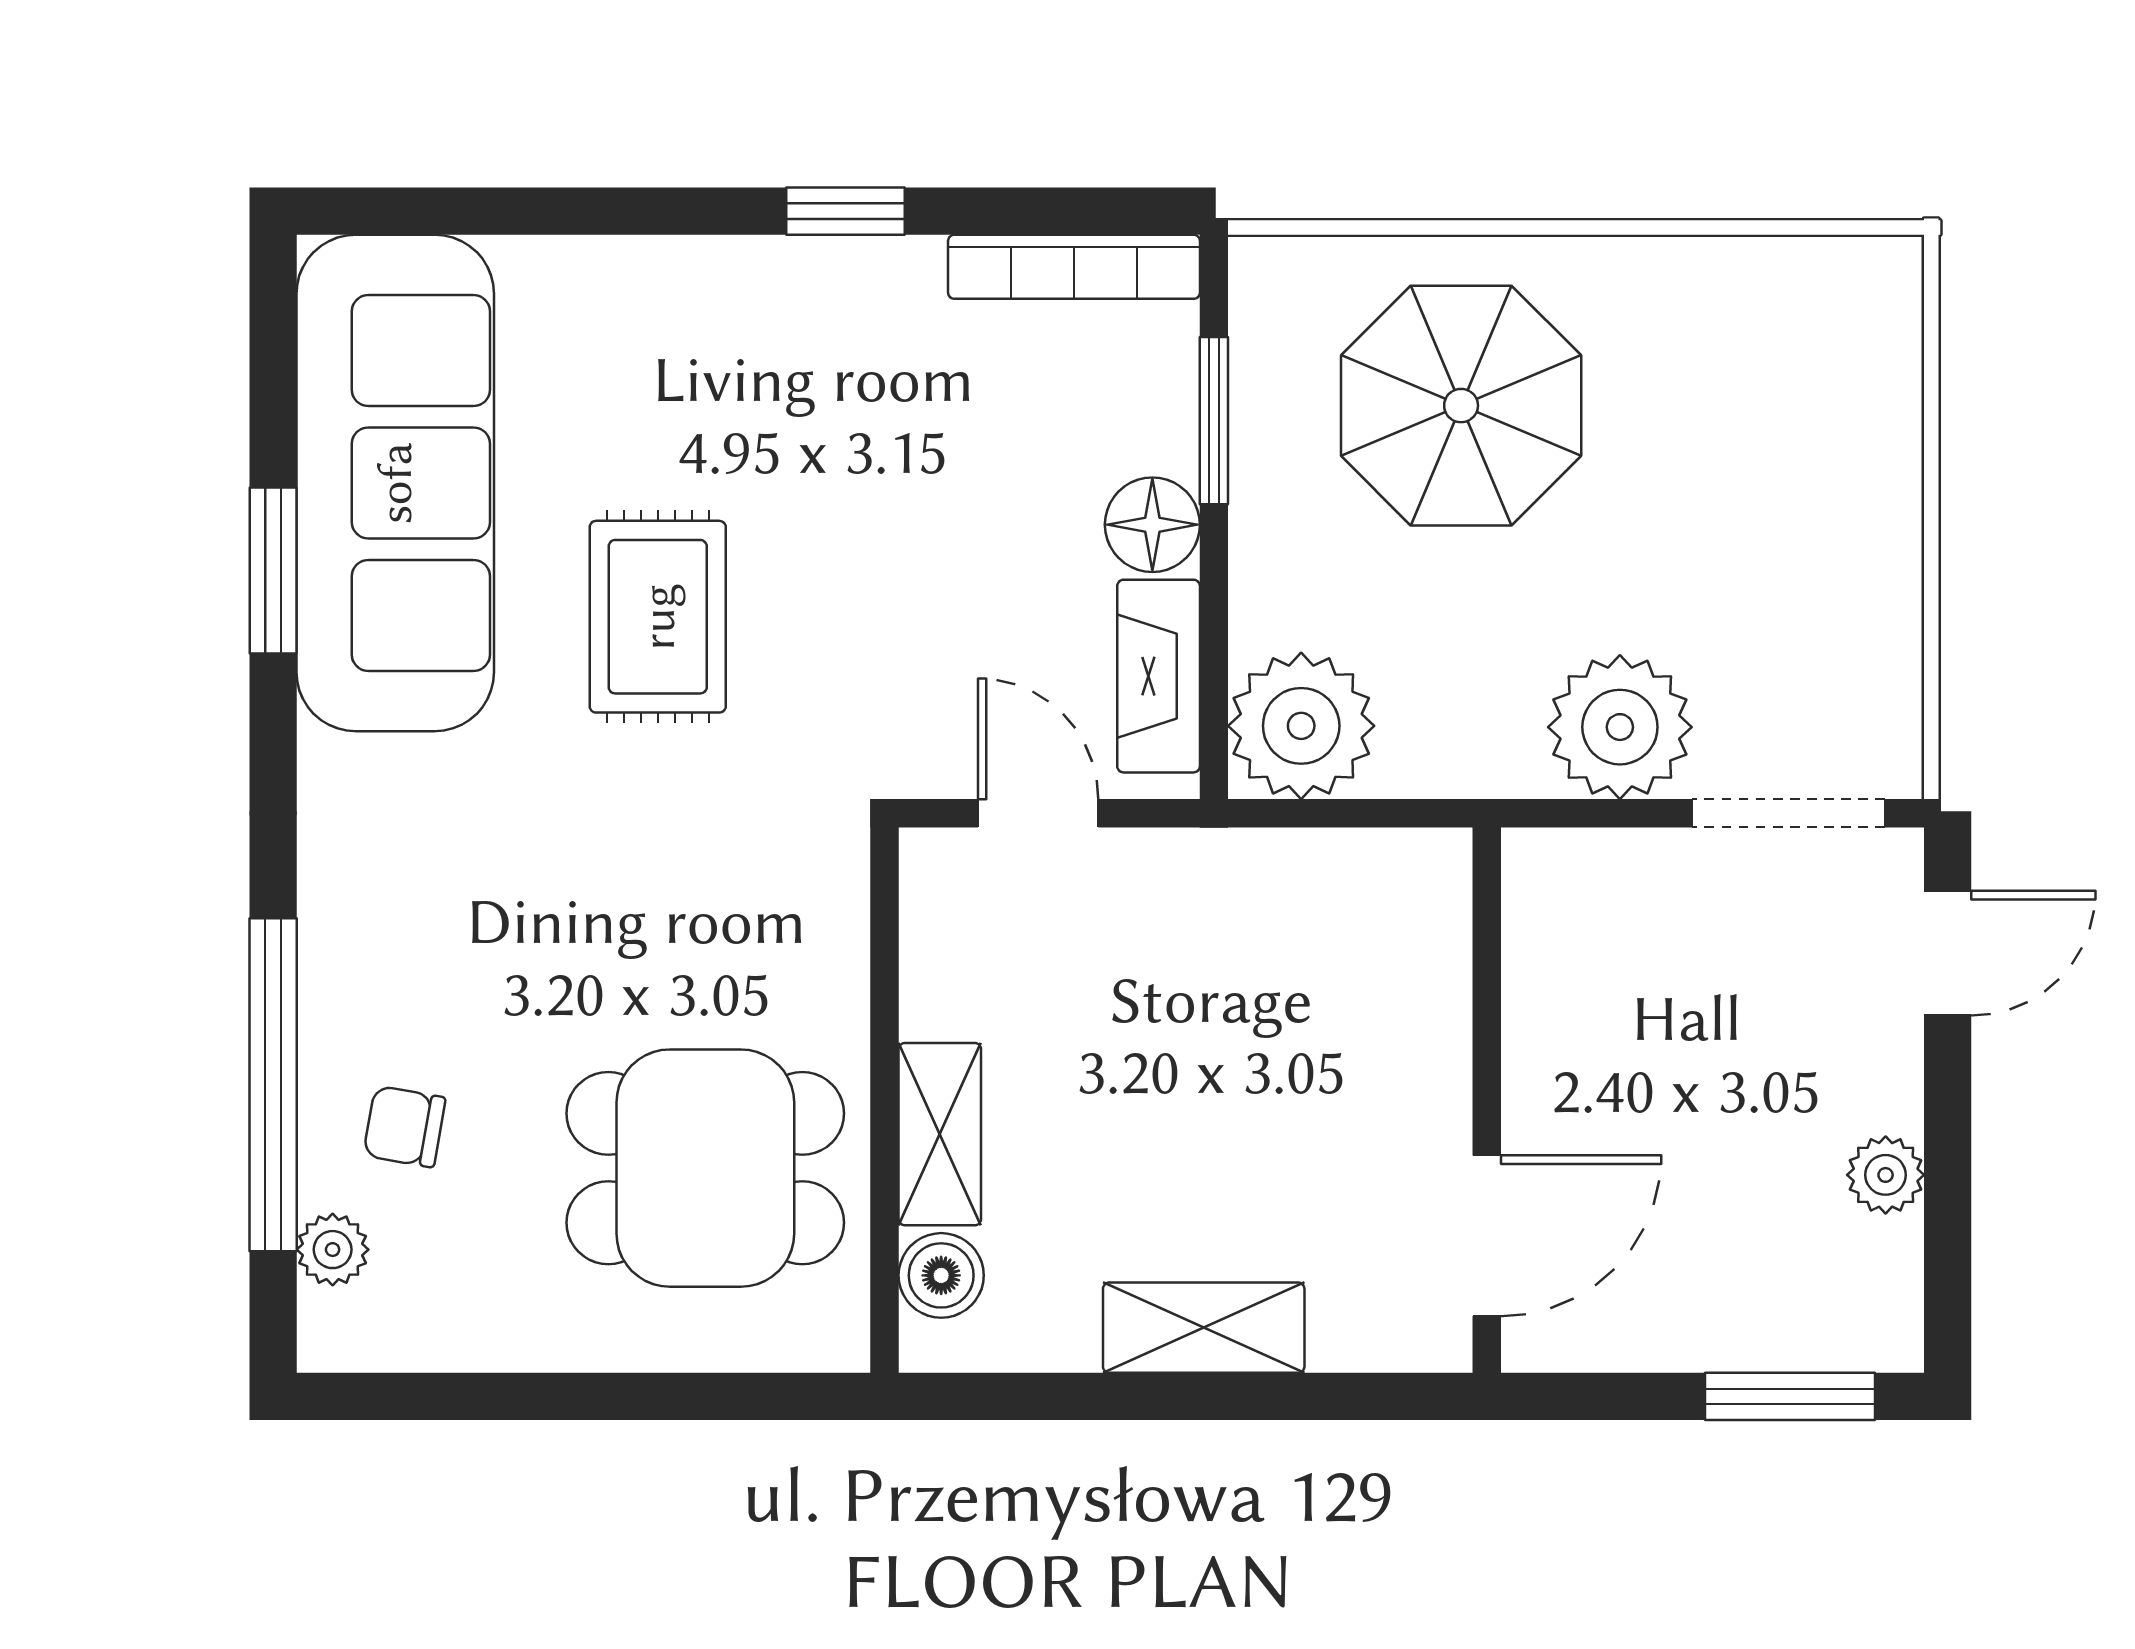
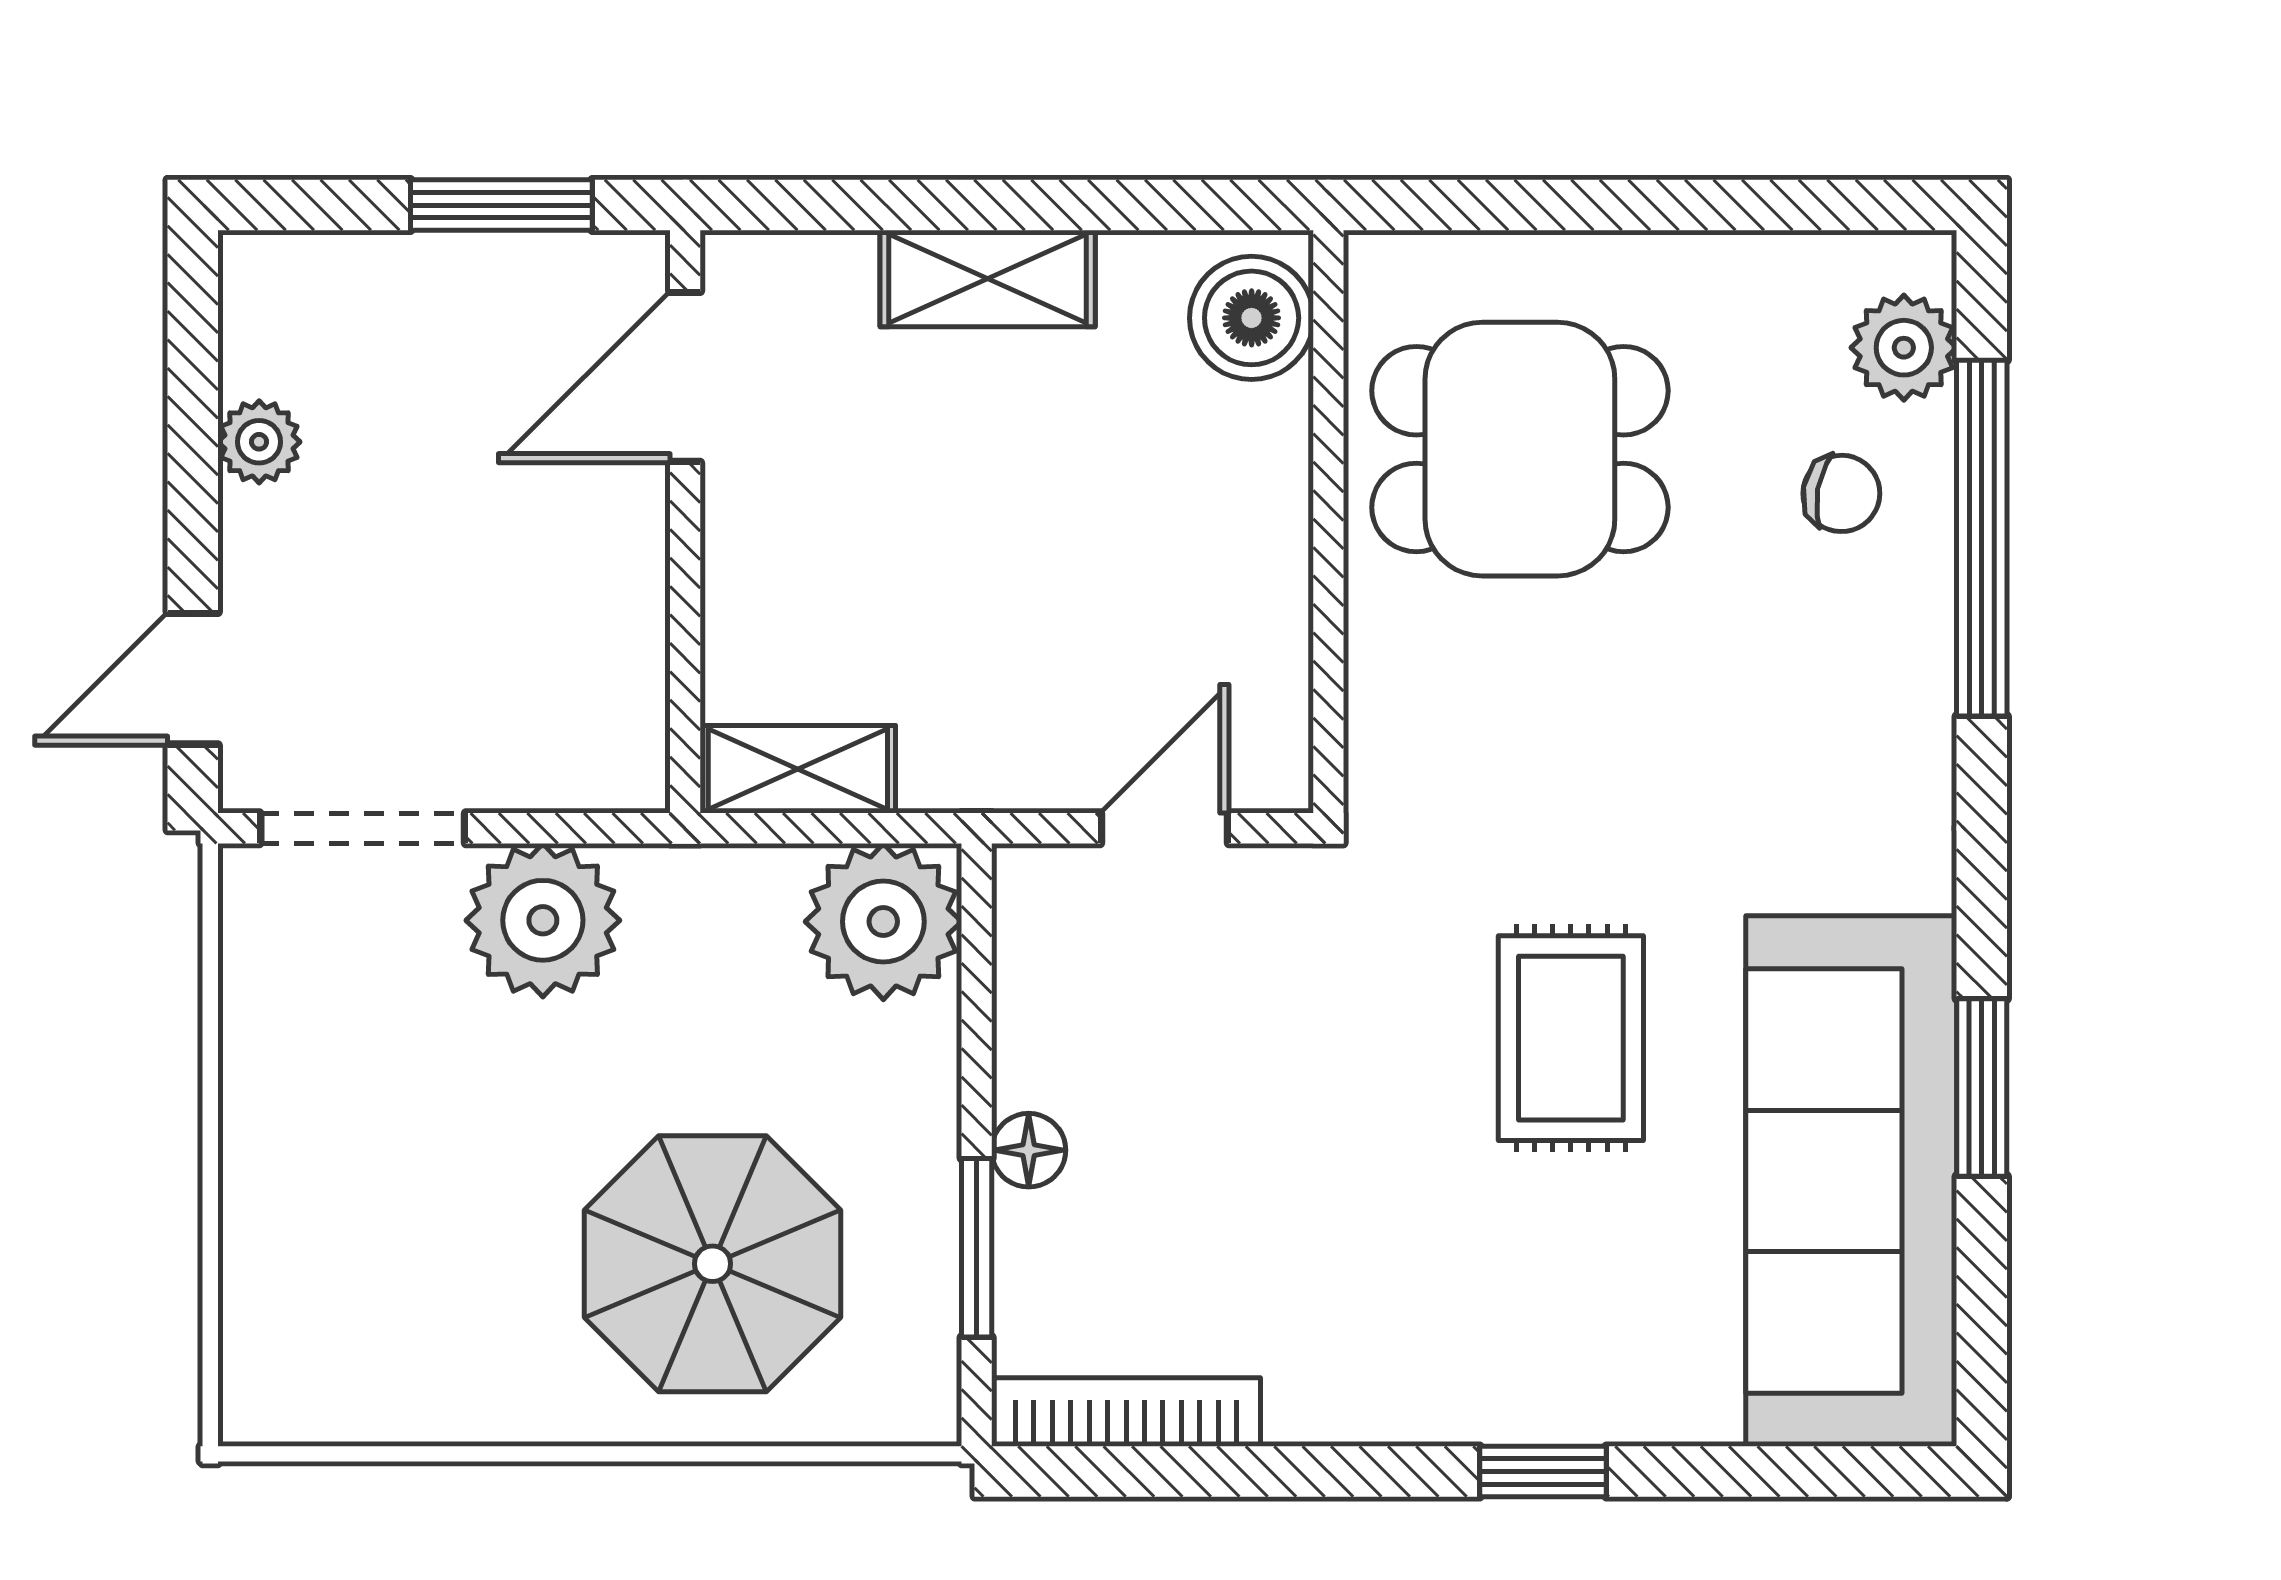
window: (845, 211) -> (1543, 1472), moved
floor lamp: (1152, 525) -> (1029, 1150), width x0.73, depth x0.73
fireplace: (1159, 676) -> (1036, 975), removed
door: (1038, 813) -> (1164, 828), swing flipped
shelving: (940, 1134) -> (798, 769), moved, turned 90
plant: (333, 1250) -> (1904, 348), width x1.38, depth x1.38
boiler: (941, 1275) -> (1252, 318), width x1.36, depth x1.36
window: (1790, 1396) -> (501, 205), moved

